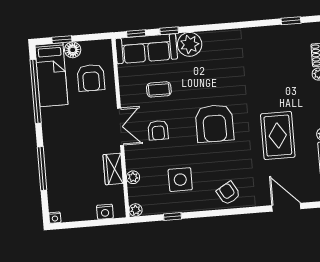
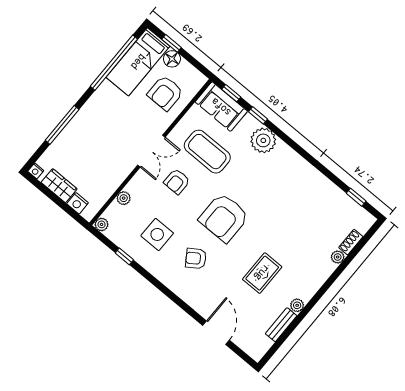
sofa: (146, 49) -> (221, 107), width x0.73
coffee table: (159, 89) -> (207, 152), width x1.86, depth x1.72
rug: (278, 136) -> (262, 273), width x0.73, depth x0.70
wardrobe: (113, 169) -> (59, 186), moved, turned 90
armchair: (228, 193) -> (196, 258), moved, turned -94

